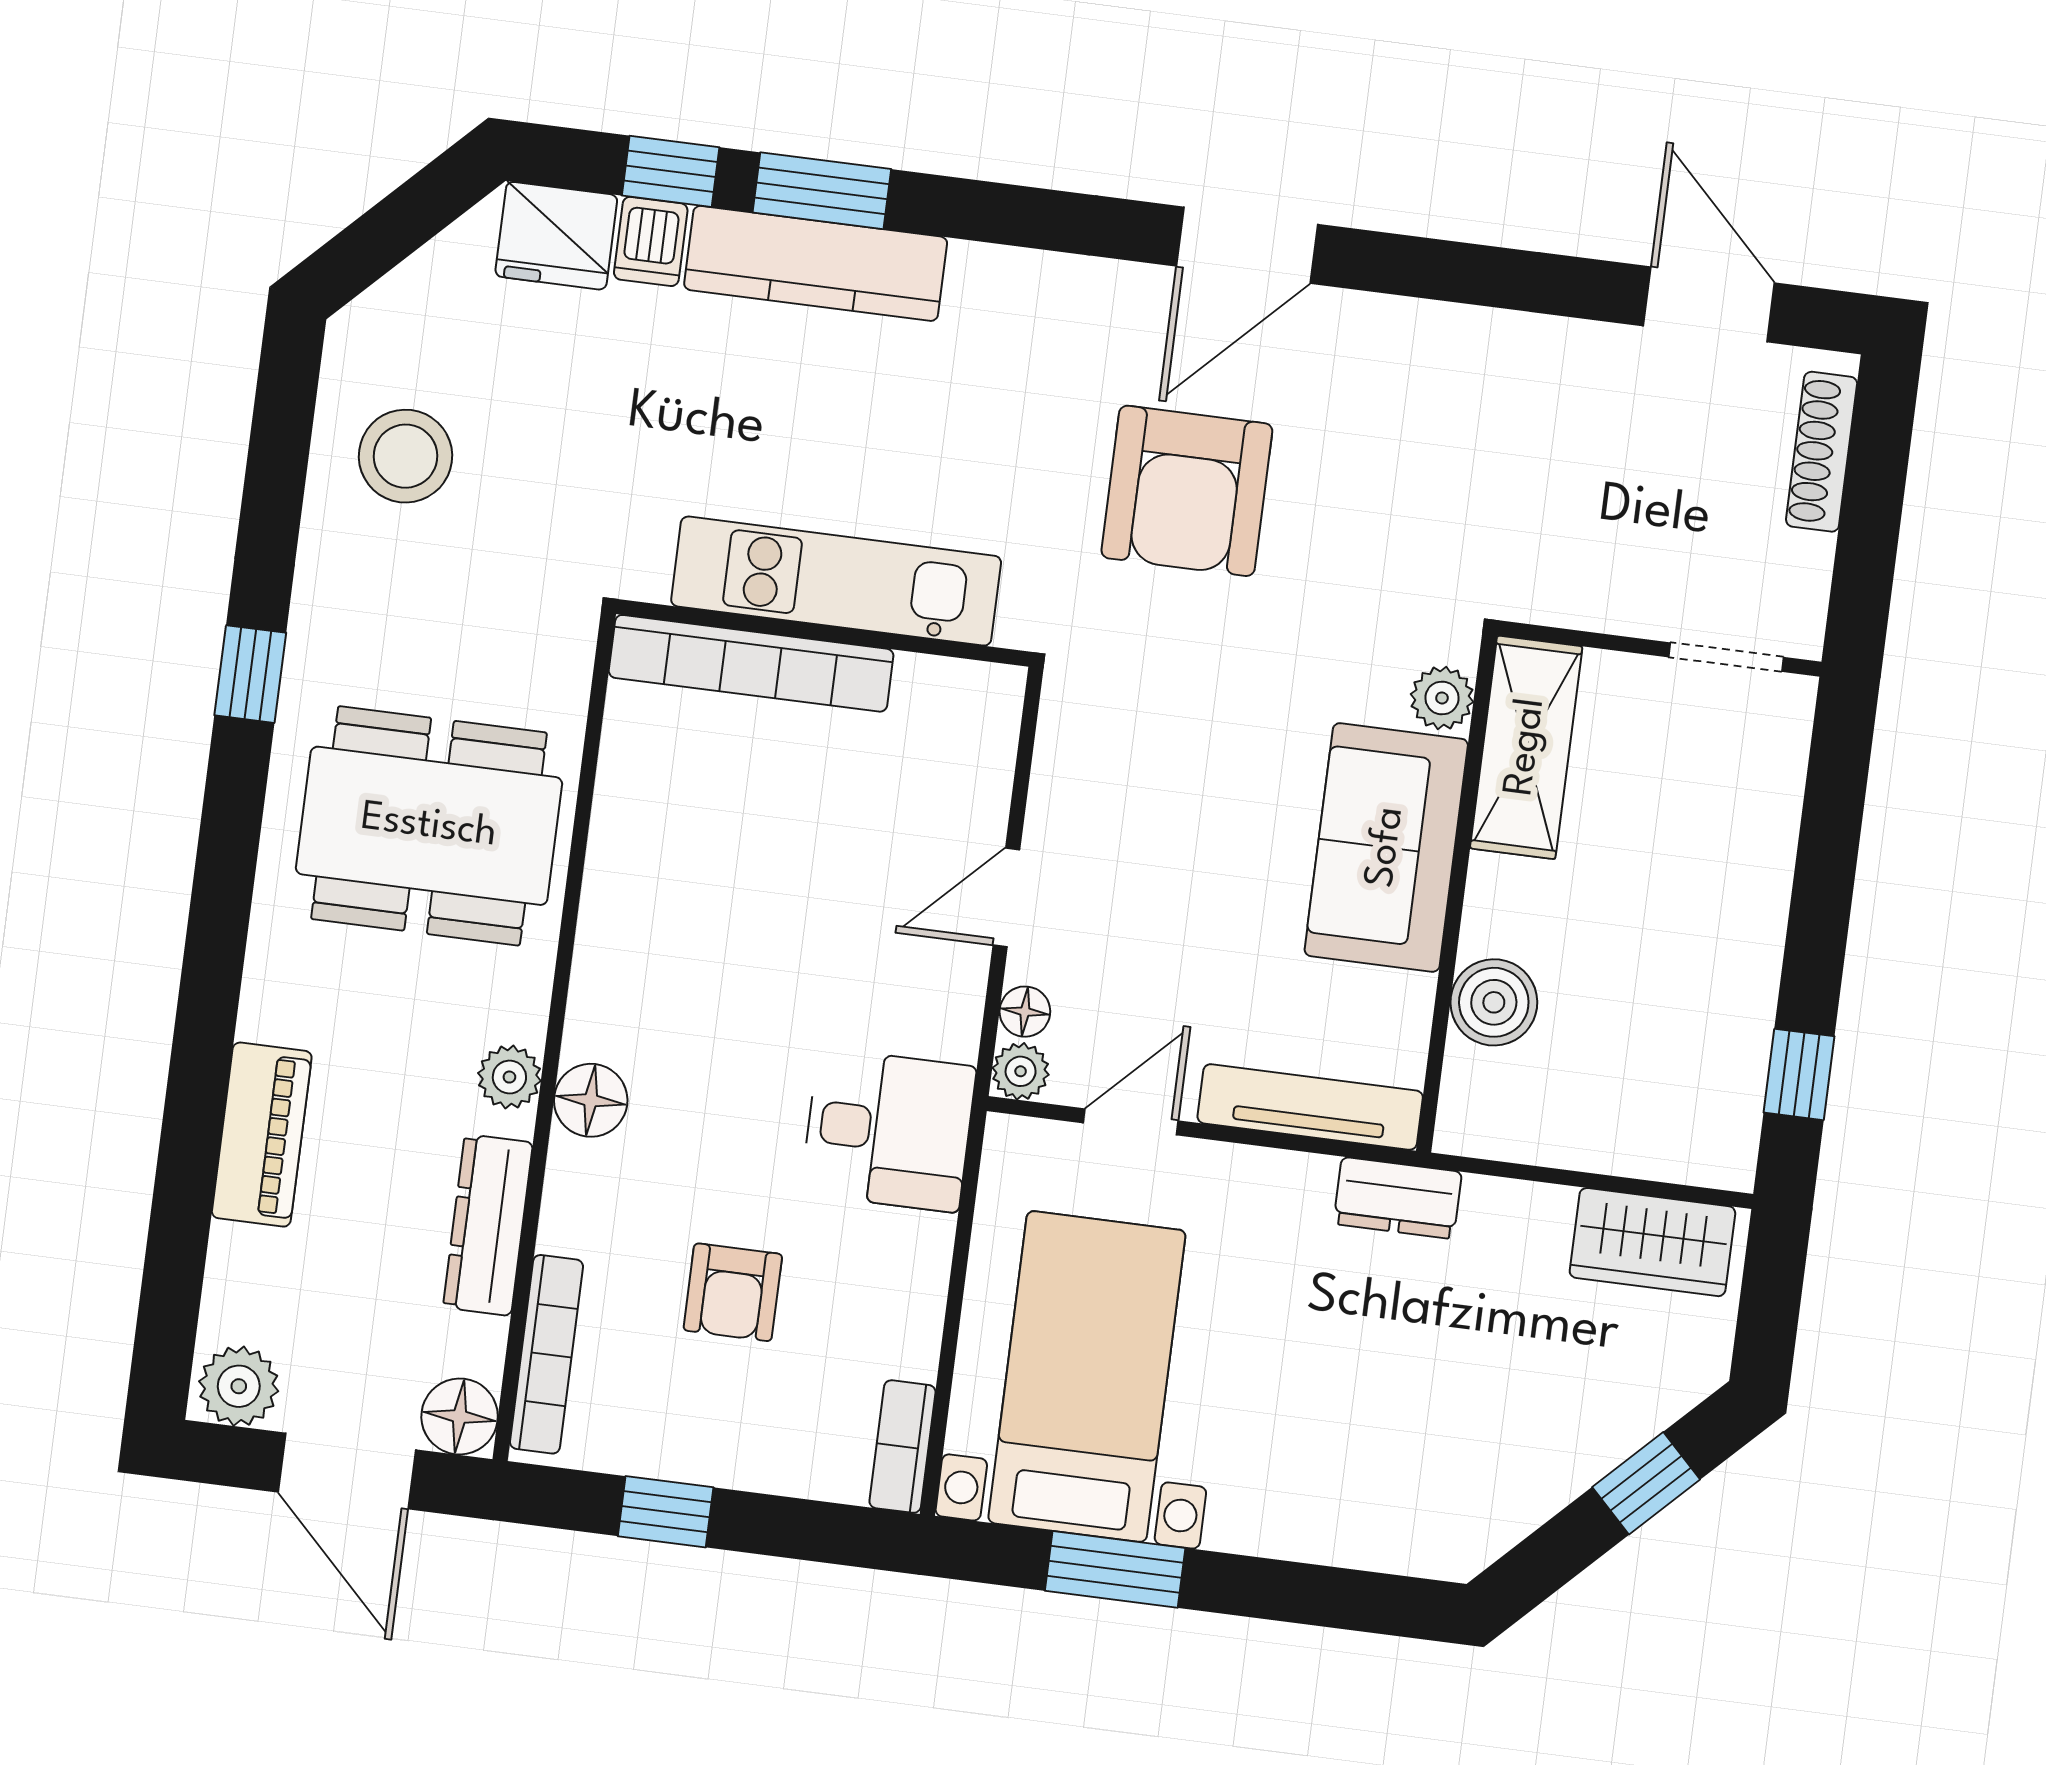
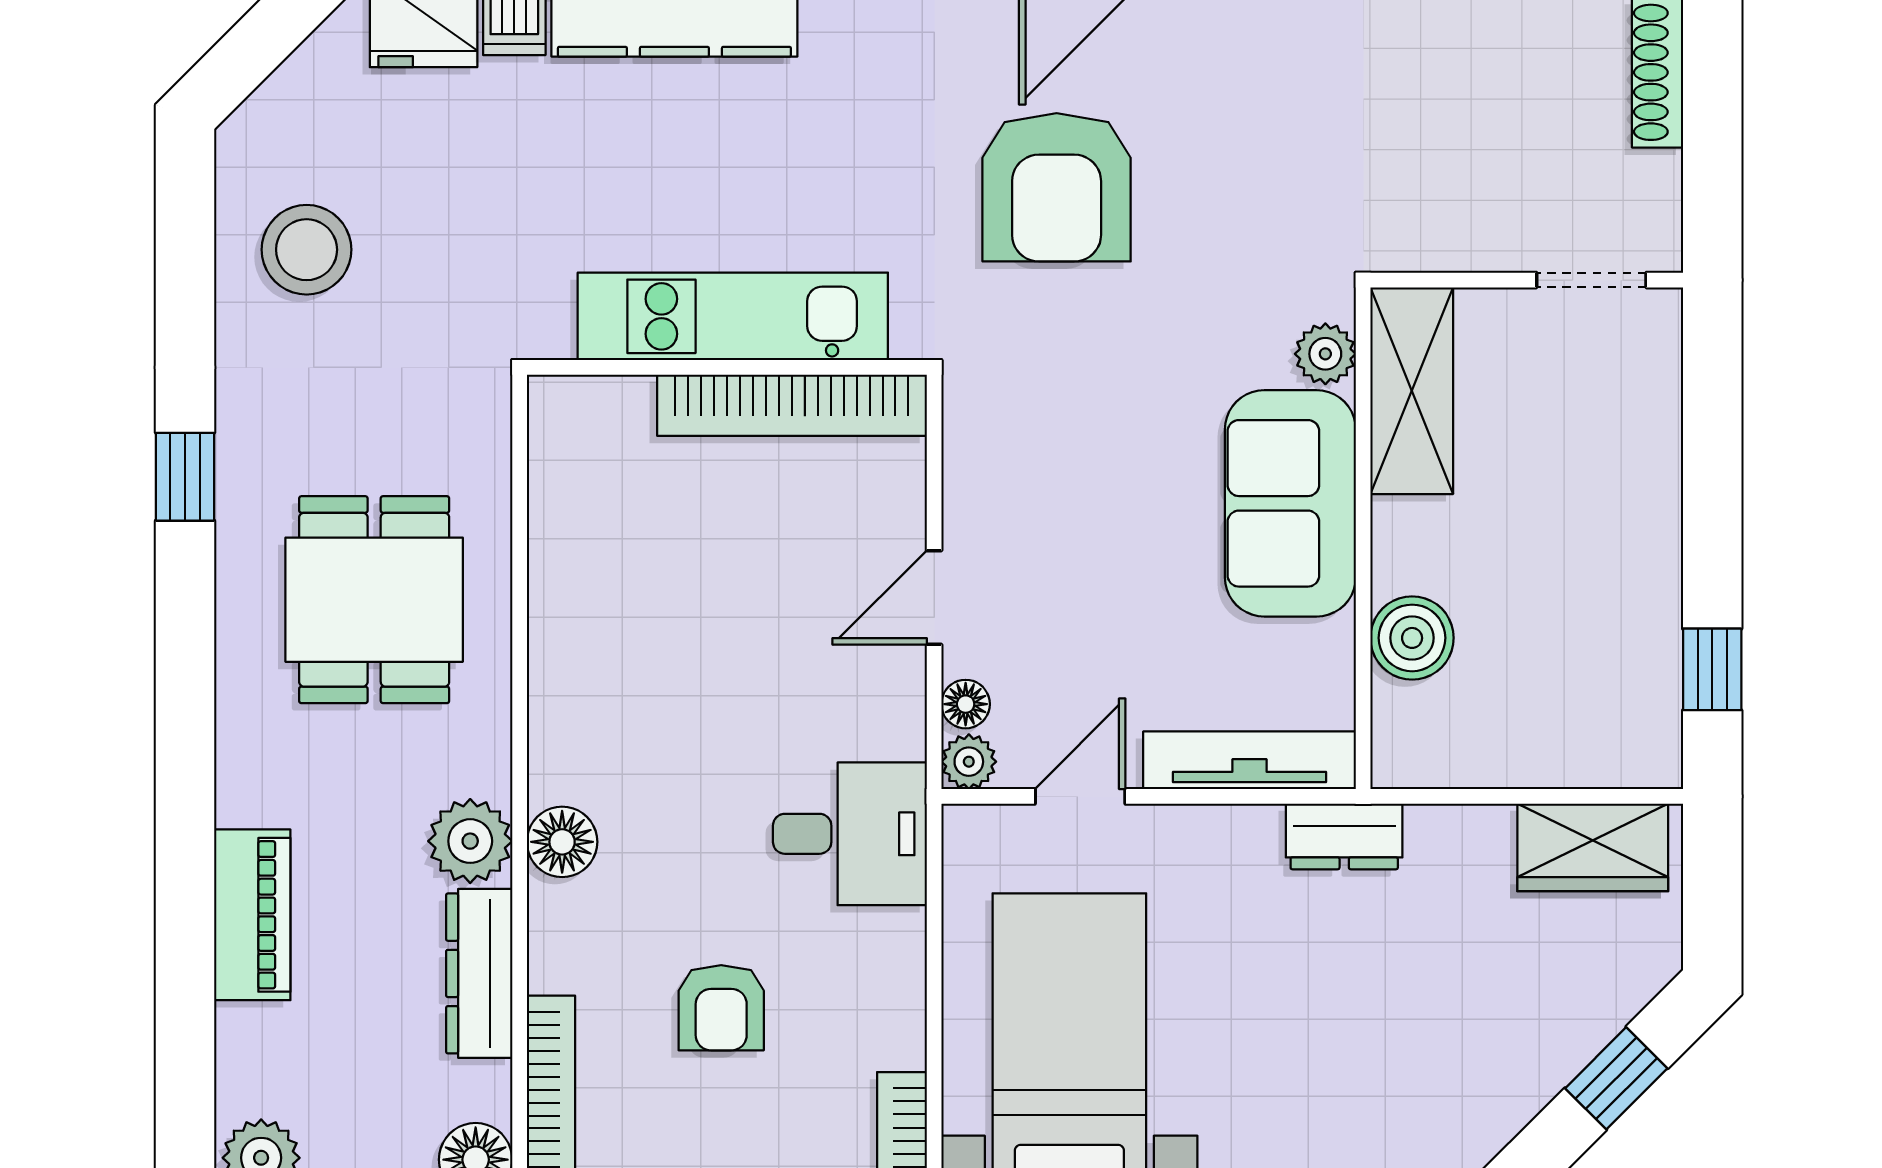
bookcase: (751, 663) -> (792, 405), moved
dining table: (429, 826) -> (374, 600), width x0.73
plant: (509, 1077) -> (470, 841), width x1.38, depth x1.38

